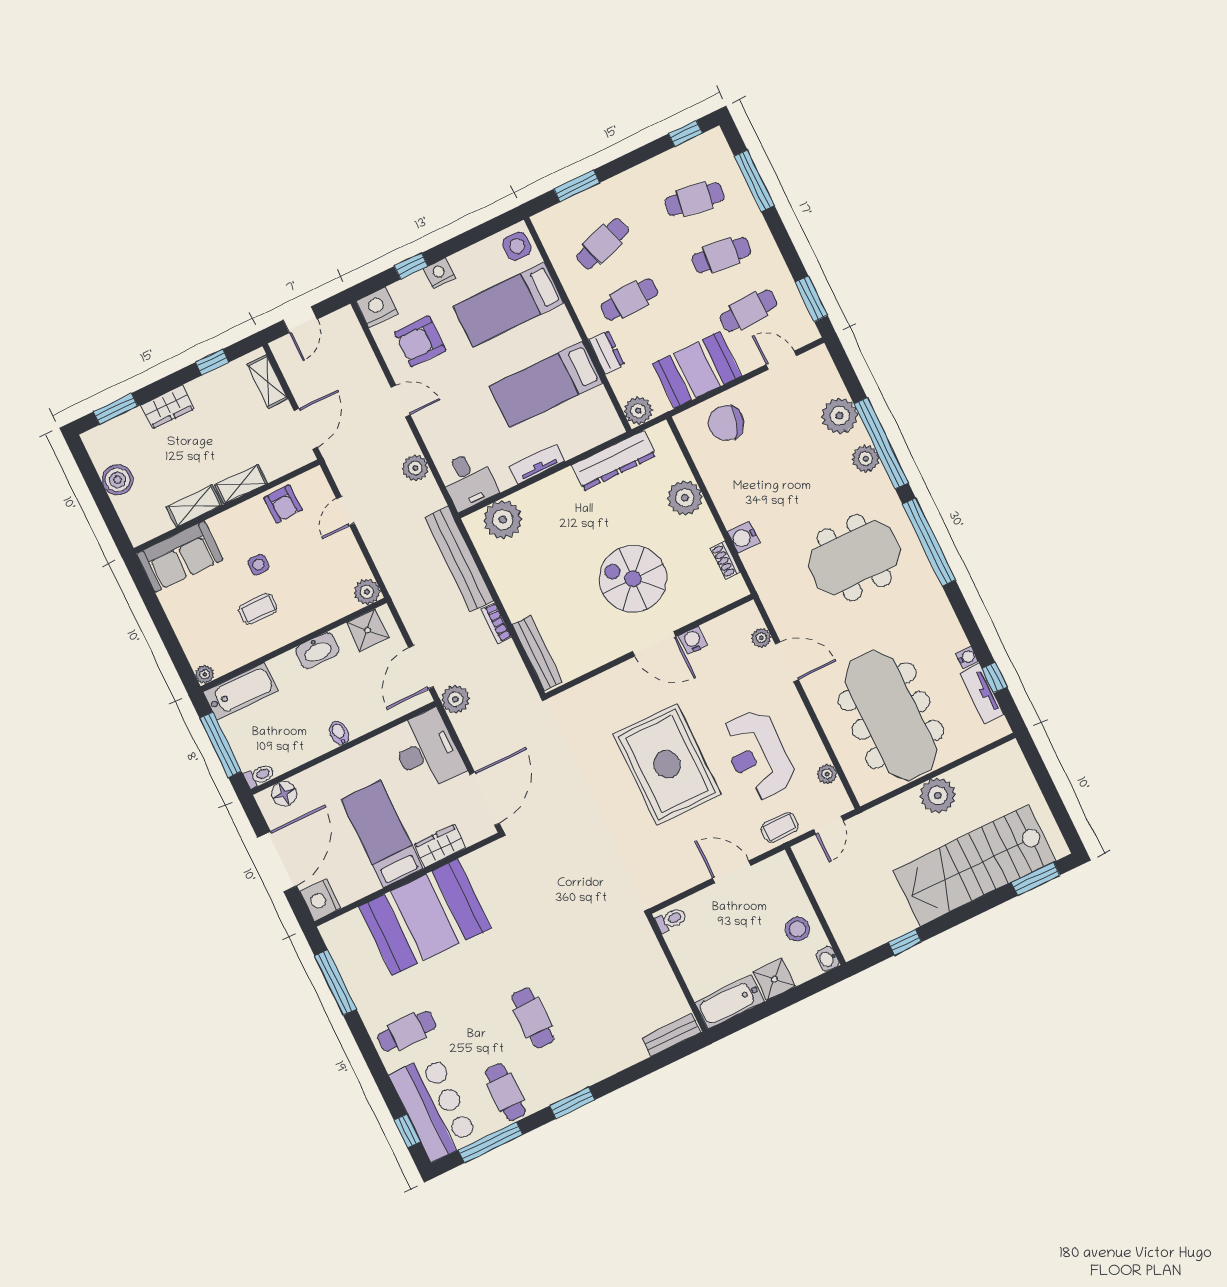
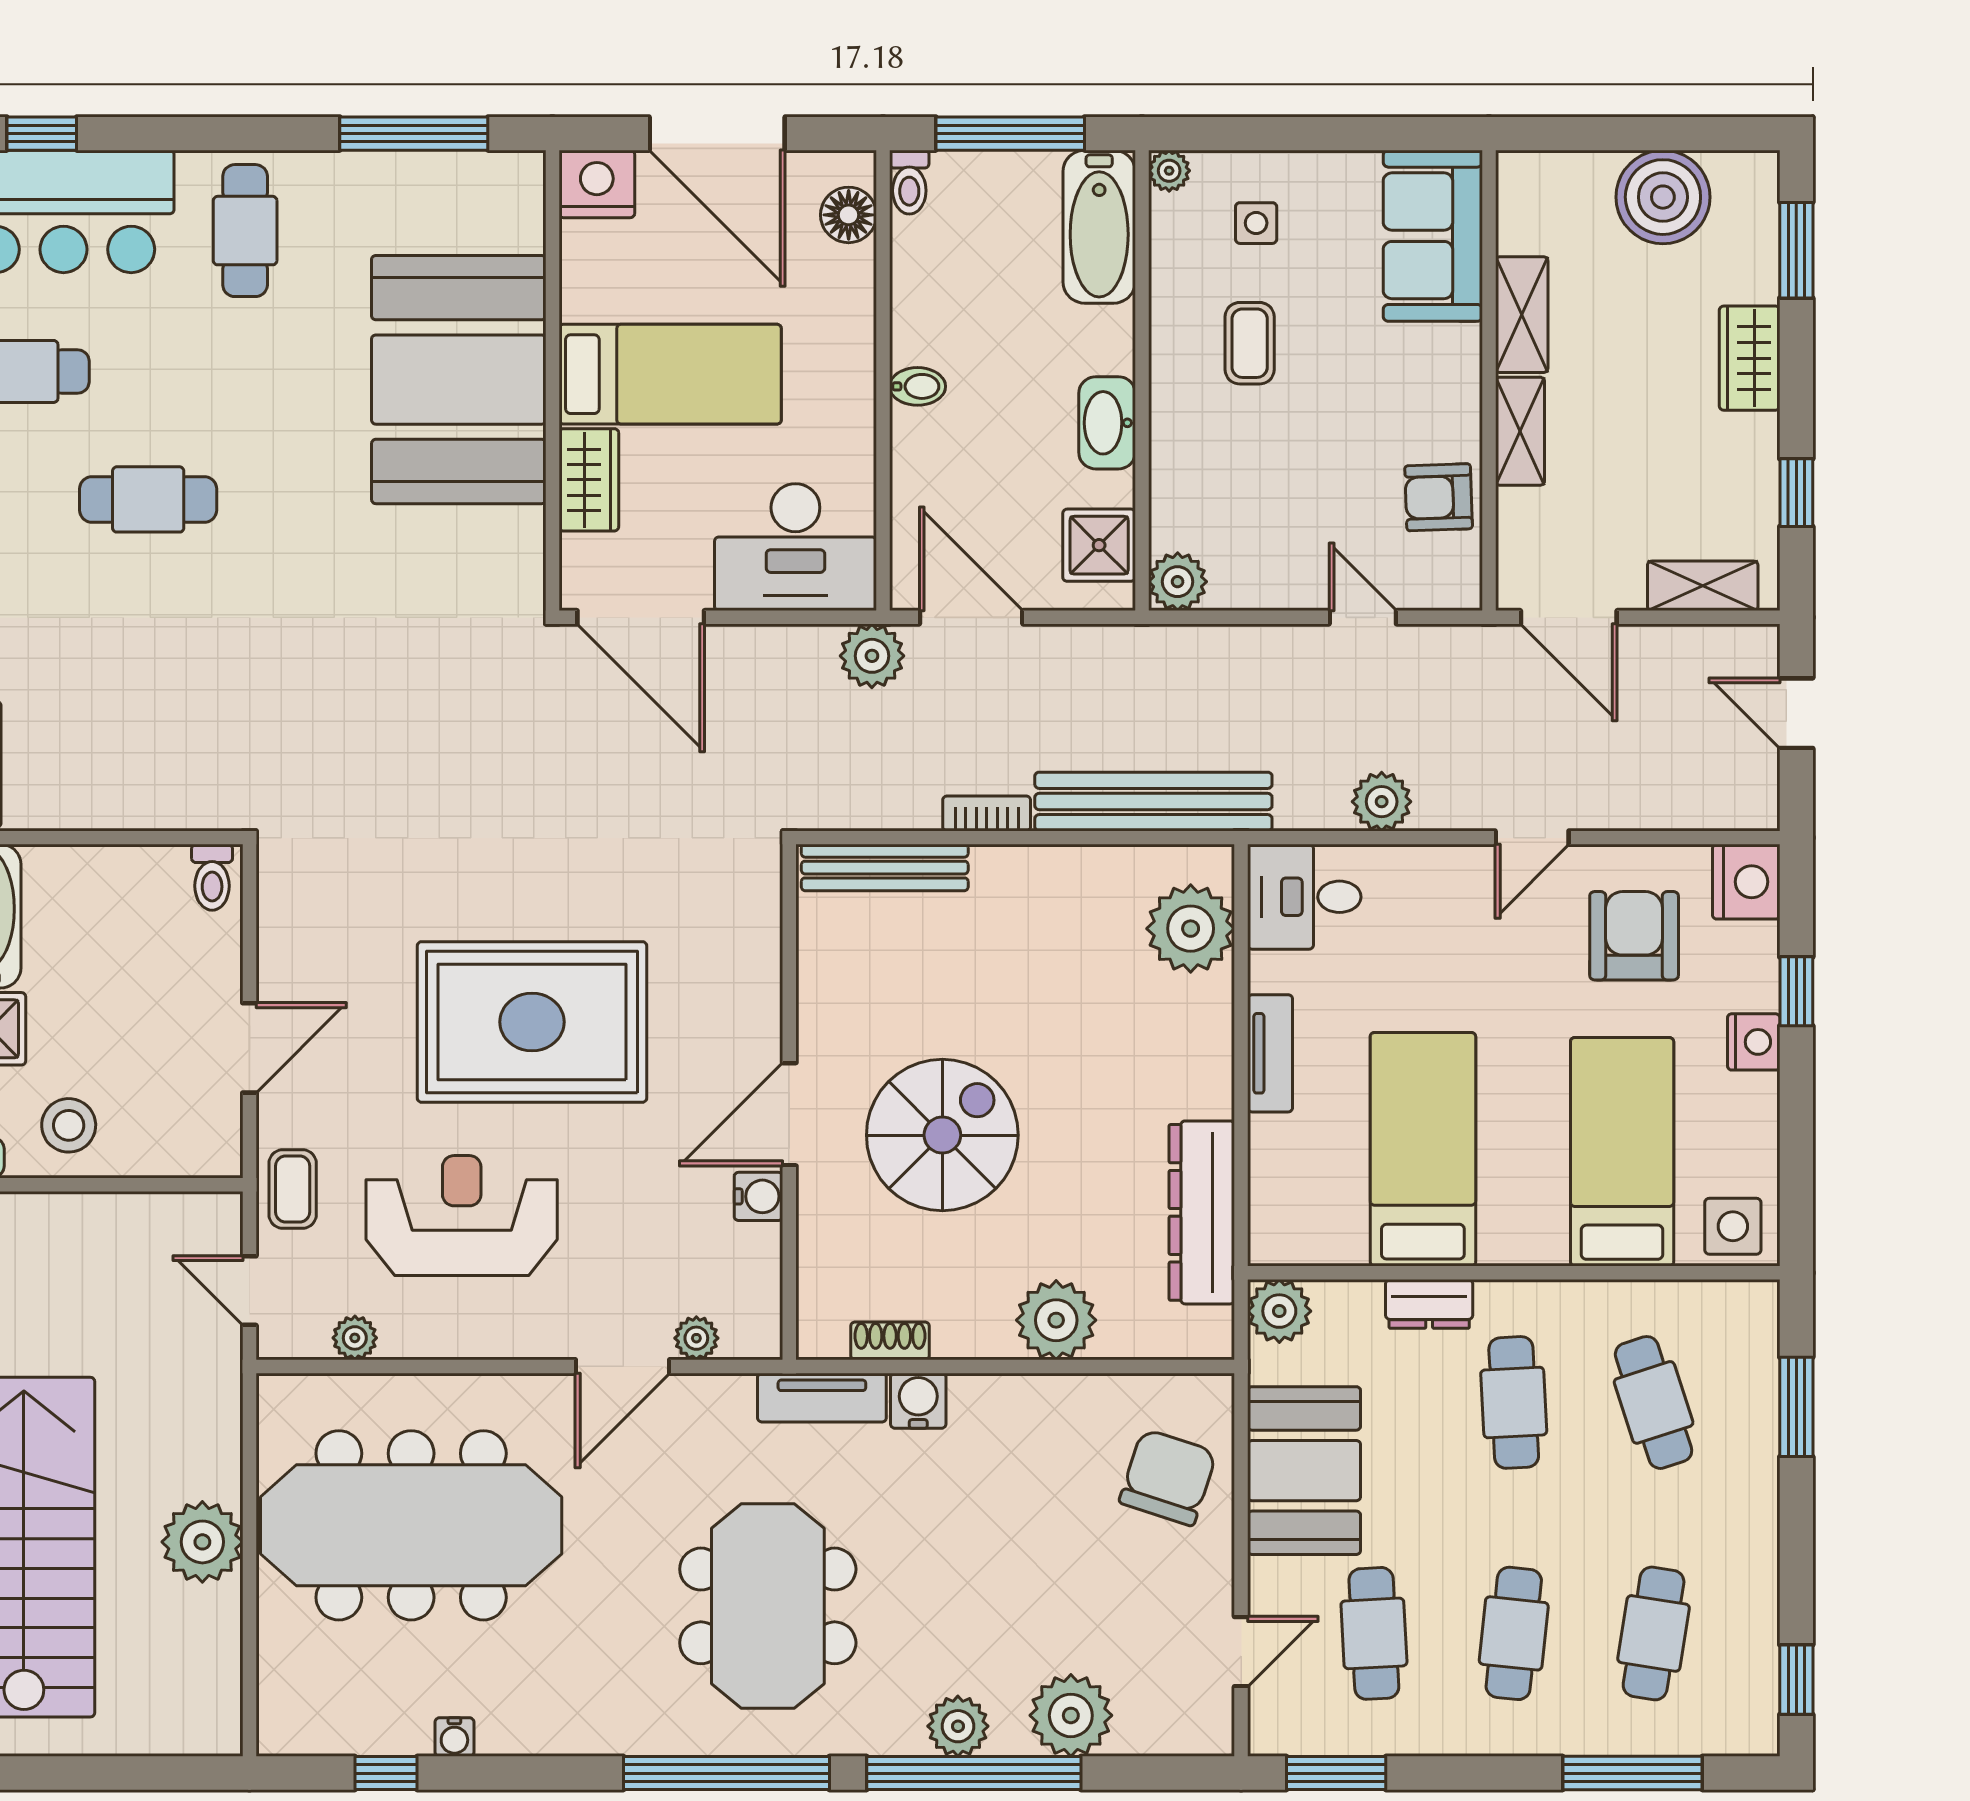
boiler: (117, 480) -> (1663, 197), width x1.37, depth x1.37
side table: (258, 565) -> (1256, 223), moved
tv unit: (982, 693) -> (822, 1398), moved, turned 180

